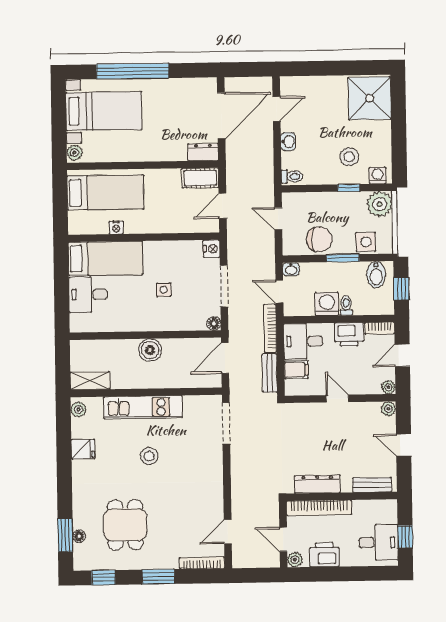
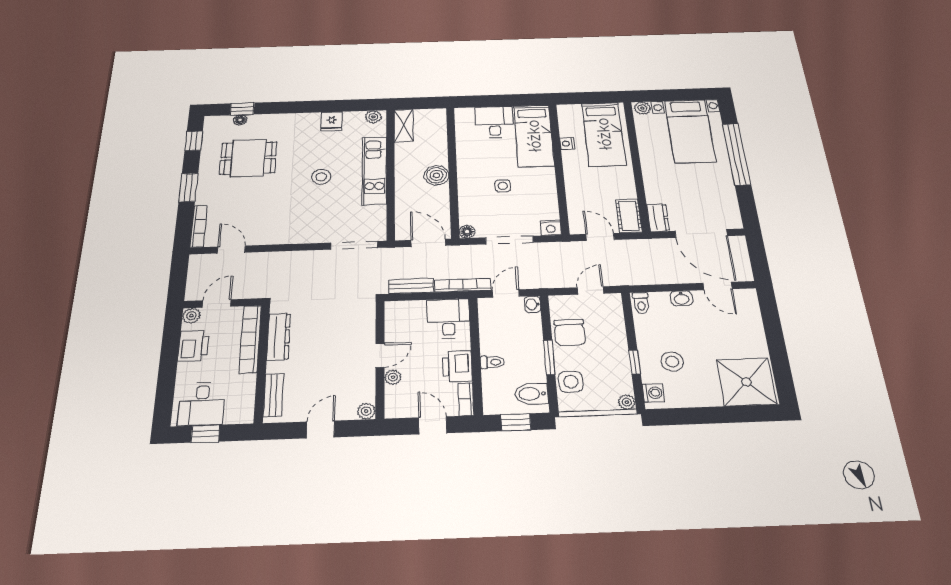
plant: (380, 204) -> (627, 402), width x0.53, depth x0.53
washing machine: (327, 304) -> (493, 342), removed
filing cabinet: (296, 370) -> (415, 312), removed
plant: (388, 387) -> (393, 377), moved
window: (65, 535) -> (242, 109), width x0.67

